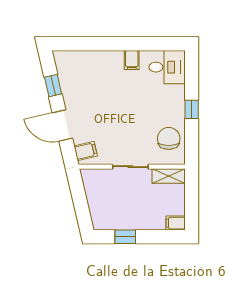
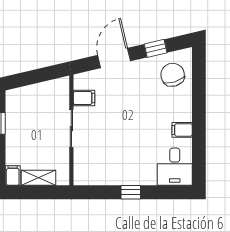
chair: (169, 138) -> (173, 75), moved, turned -107
filing cabinet: (86, 151) -> (84, 98), moved, turned -77
shelving: (169, 176) -> (39, 178), moved, turned 90

